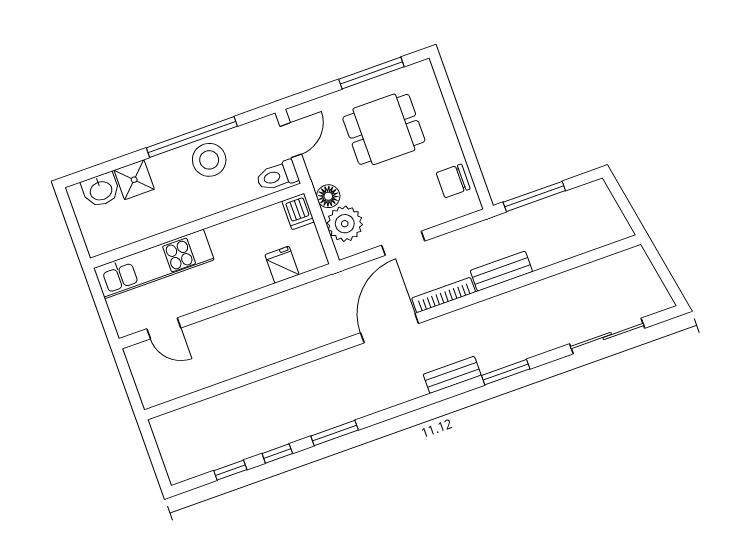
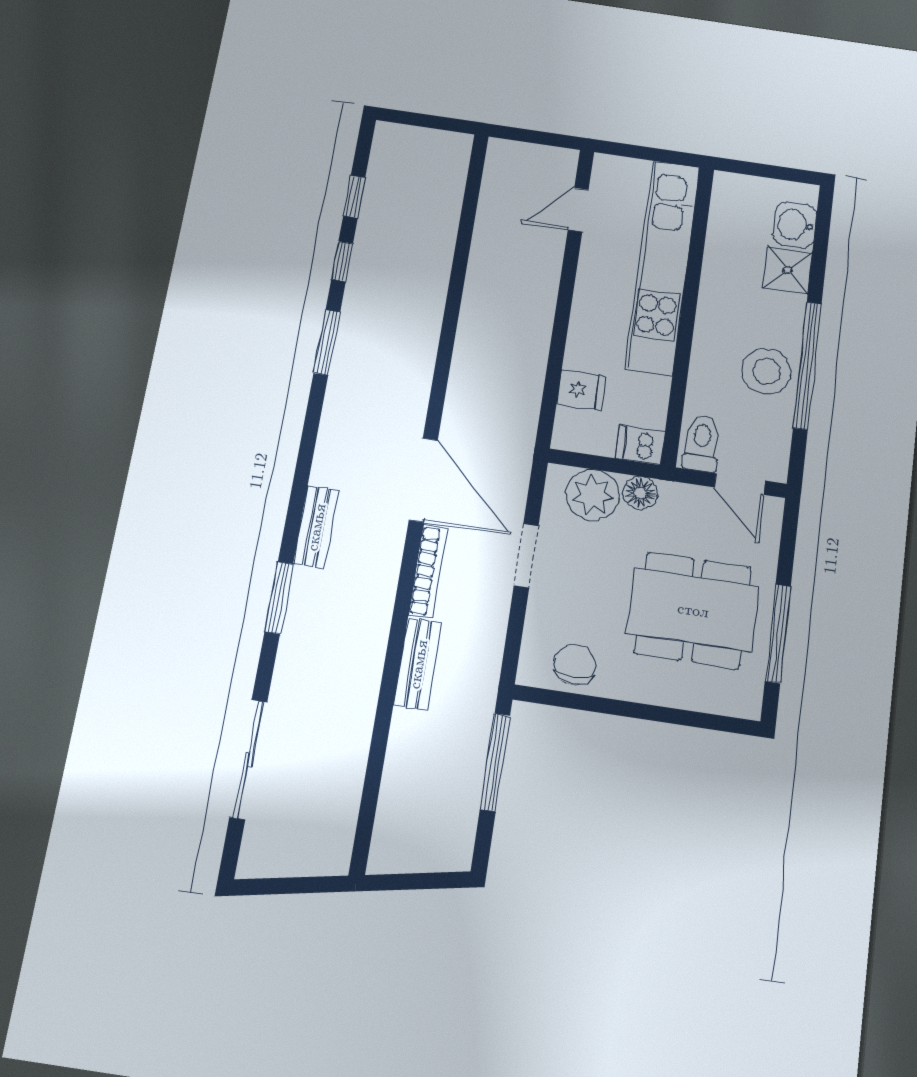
dining table: (384, 129) -> (693, 610), width x1.38
kitchen unit: (154, 264) -> (663, 267), width x1.36

